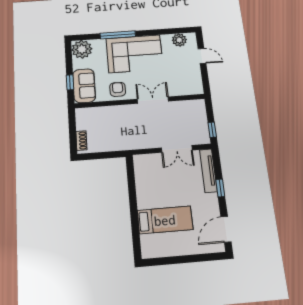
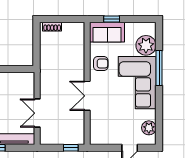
plant: (82, 49) -> (146, 45), moved
double door: (153, 100) -> (87, 96), swing flipped
window: (212, 130) -> (71, 148), moved

